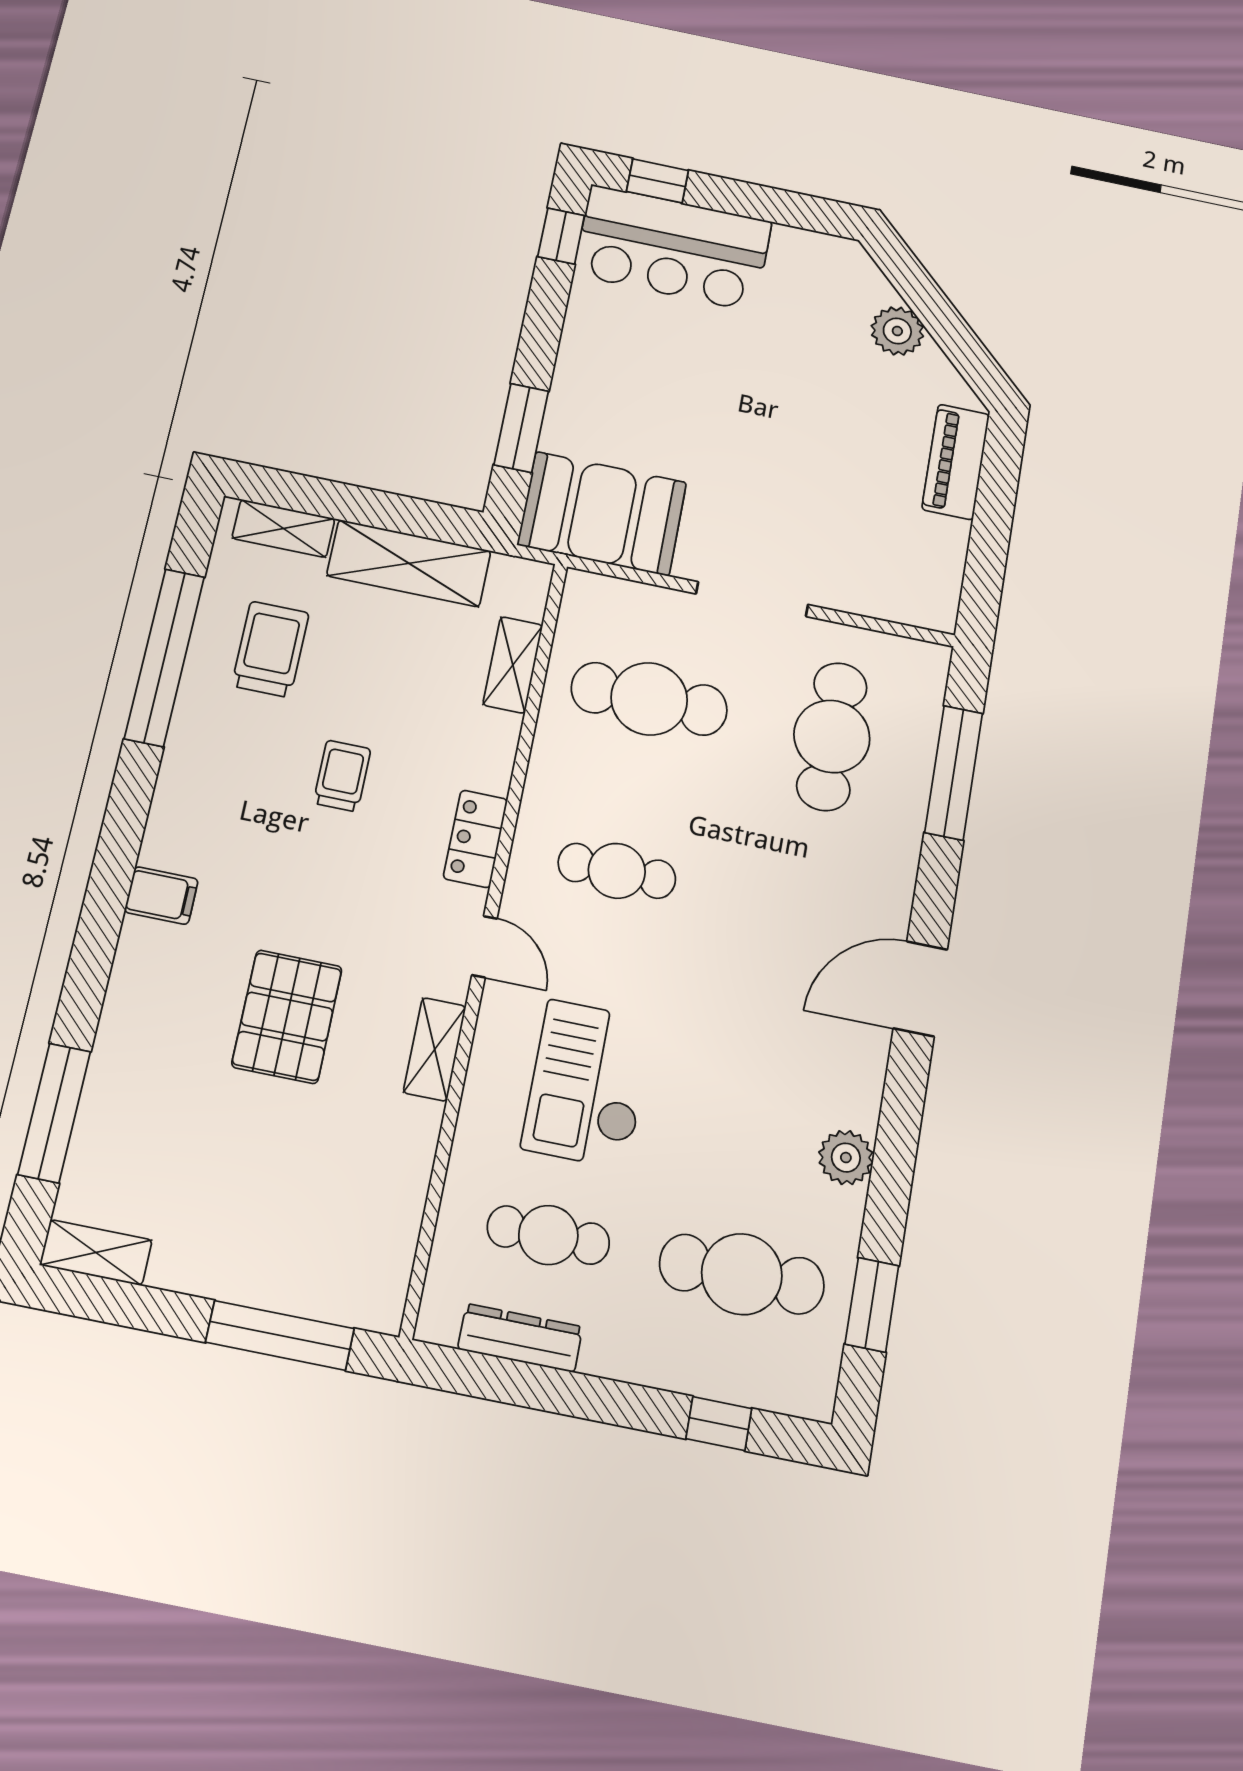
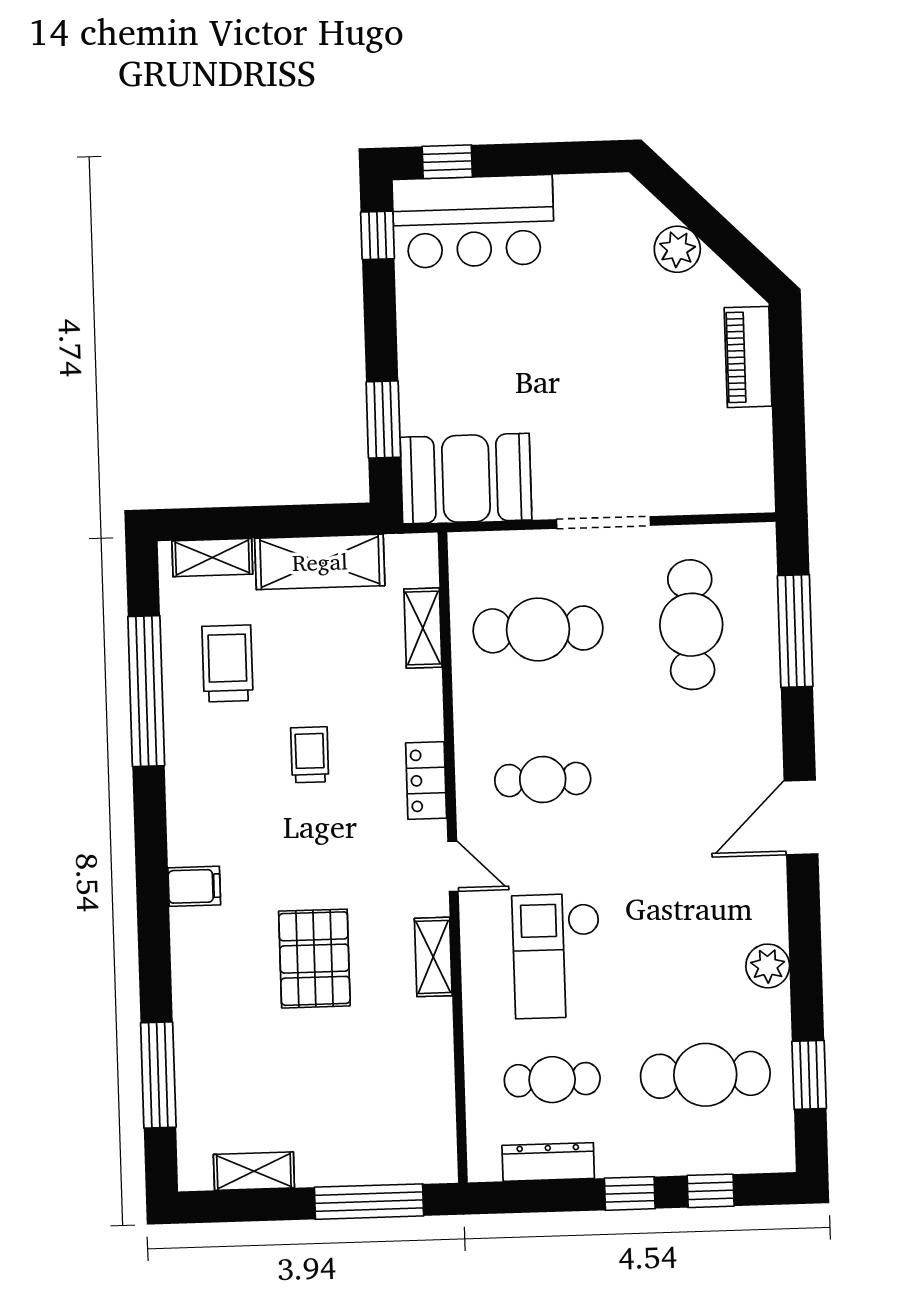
shelving: (96, 1253) -> (254, 1171), moved
window: (615, 1403) -> (630, 1193), added

